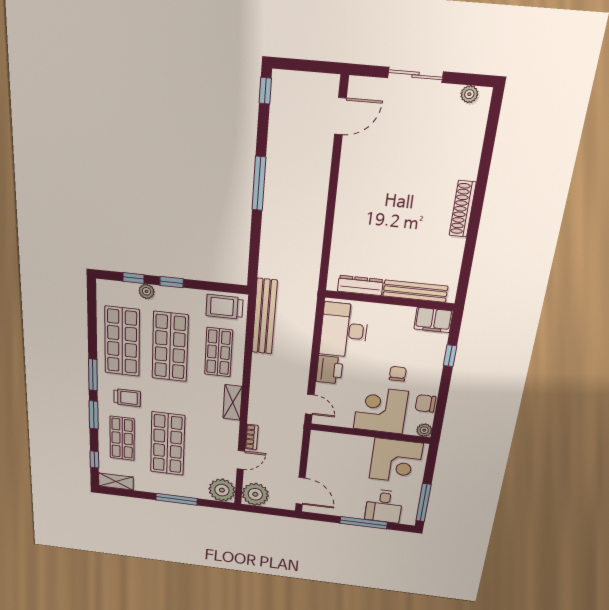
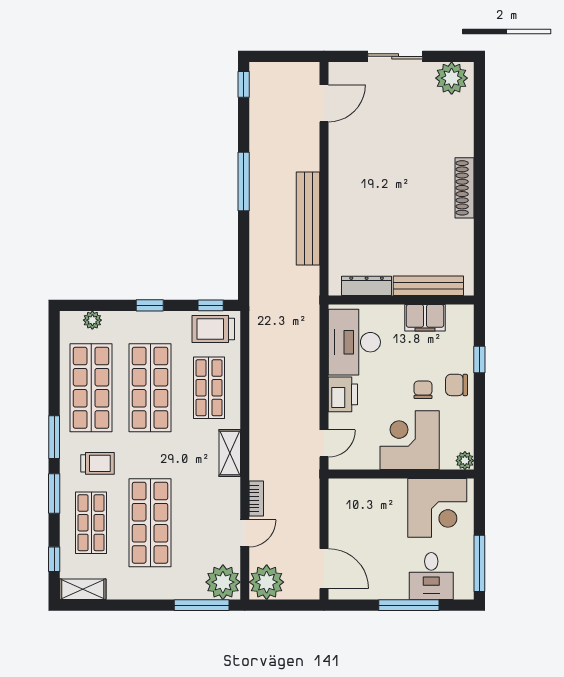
plant: (469, 94) -> (452, 78), width x1.87, depth x1.87
window: (133, 278) -> (211, 305), moved
plant: (147, 291) -> (92, 320), moved
bench: (264, 317) -> (308, 219), moved
filing cabinet: (433, 320) -> (425, 318), moved
chair: (425, 403) -> (457, 385), moved
door: (310, 404) -> (324, 443), hinge flipped
window: (177, 499) -> (202, 605), moved

